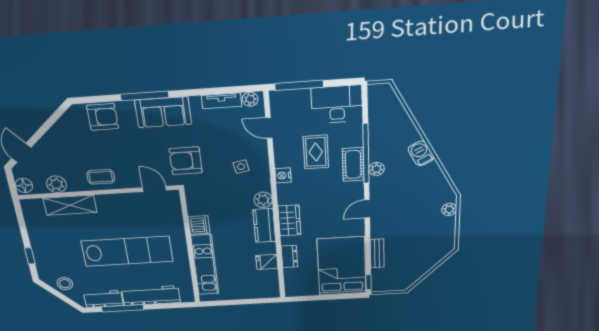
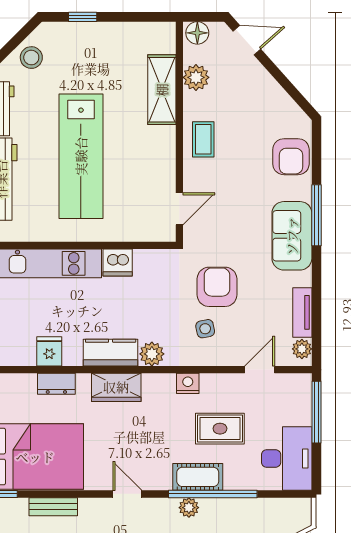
armchair: (186, 161) -> (217, 287), moved

